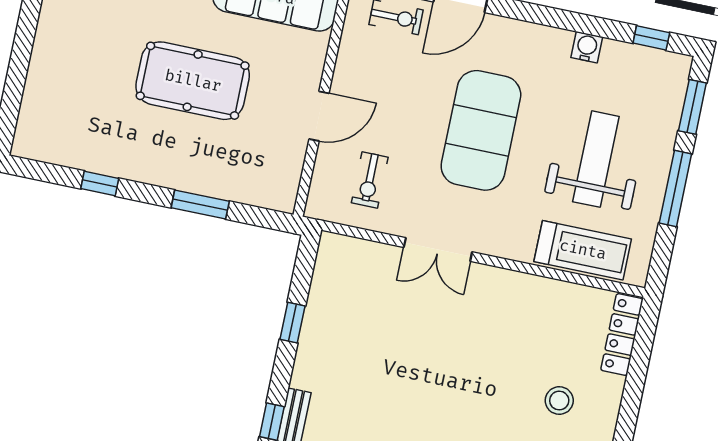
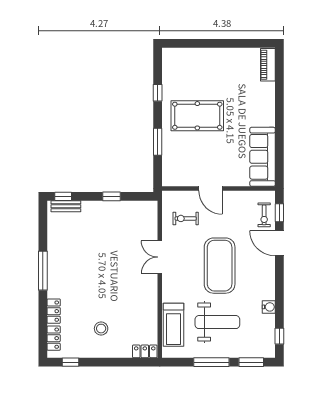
pool table: (193, 81) -> (197, 116), moved, turned 90
exercise mat: (481, 130) -> (220, 266), turned 90
locker: (622, 335) -> (145, 351), width x0.66

